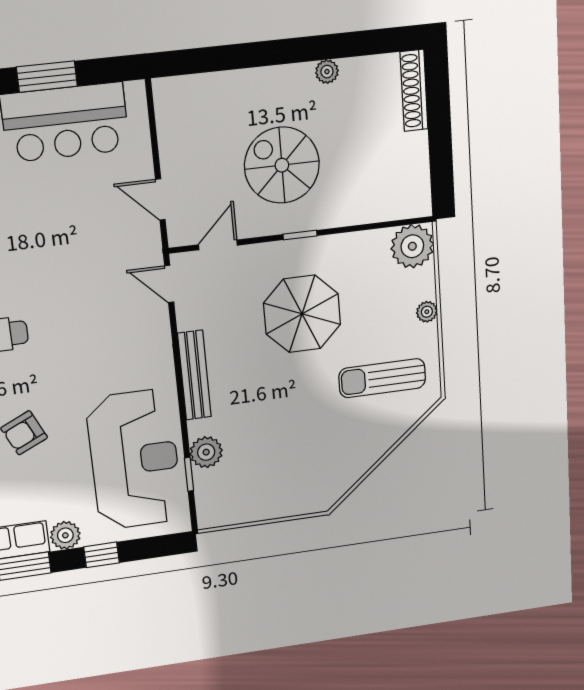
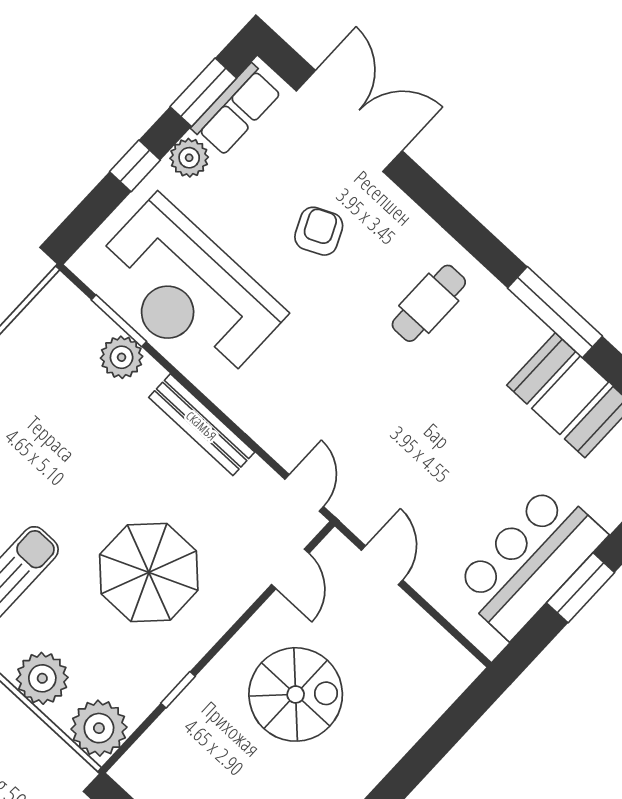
door: (160, 199) -> (382, 565), hinge flipped
window: (300, 235) -> (178, 690), moved
door: (169, 284) -> (304, 493), hinge flipped
plant: (427, 312) -> (42, 678), width x1.88, depth x1.88
window: (189, 474) -> (119, 321), width x1.50

